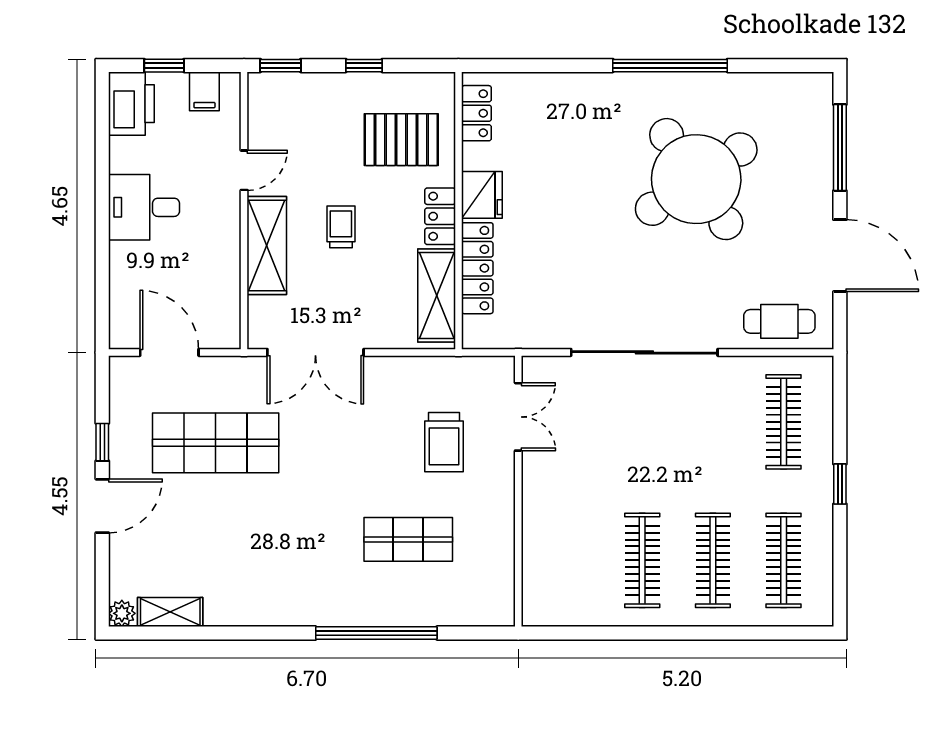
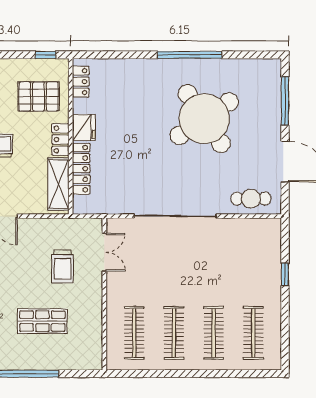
window: (364, 66) -> (45, 55), moved
clothes rail: (784, 422) -> (134, 333), moved
window: (840, 484) -> (285, 274), moved

